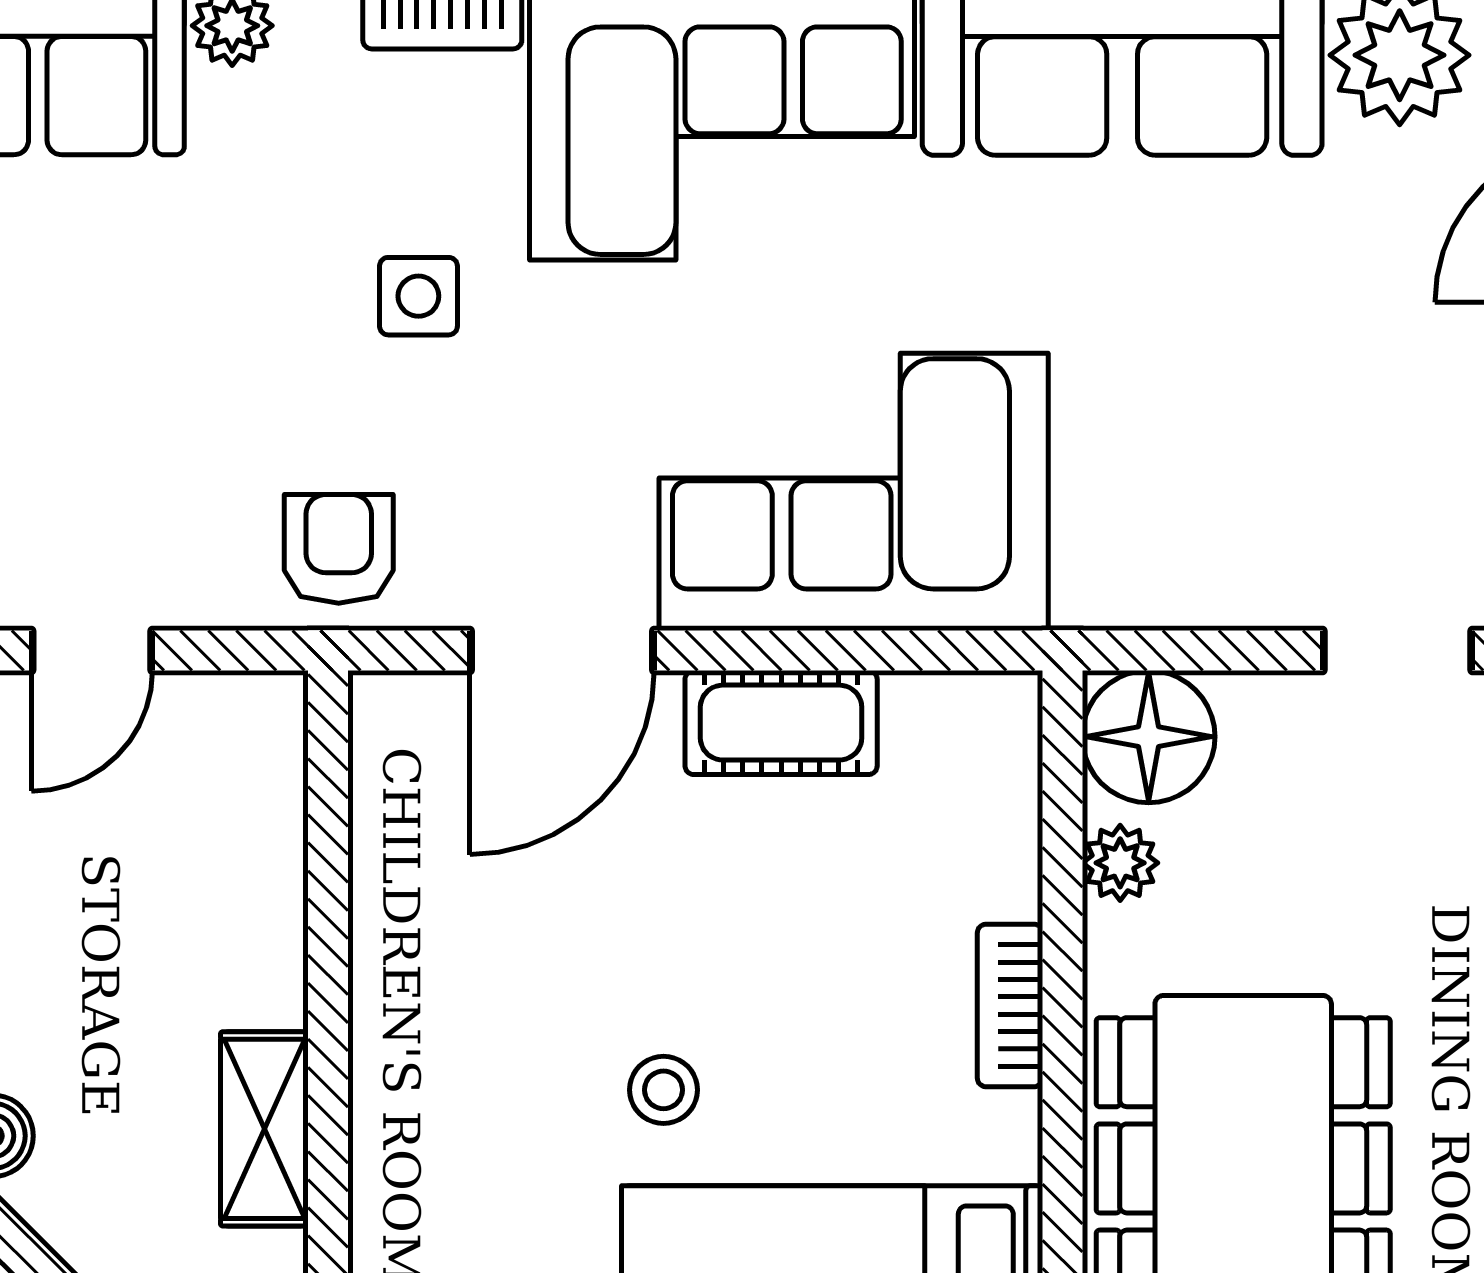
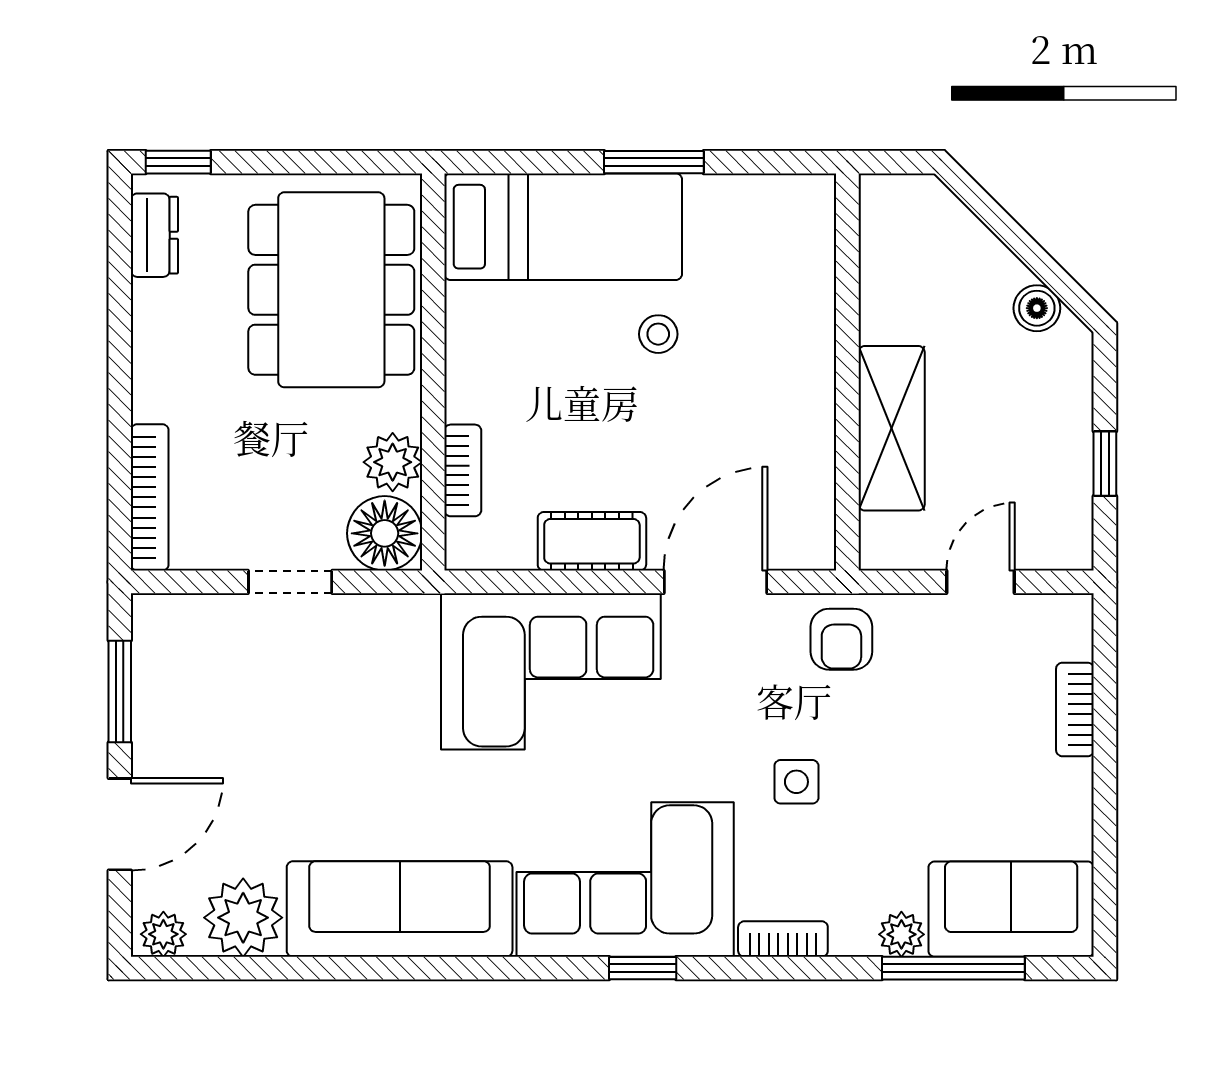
doorway: (1397, 651) -> (290, 582), moved
plant: (1120, 863) -> (393, 462), width x1.38, depth x1.38
bookcase: (1010, 1005) -> (463, 470), moved
shelving: (264, 1129) -> (892, 428), moved, width x1.50, depth x1.33

